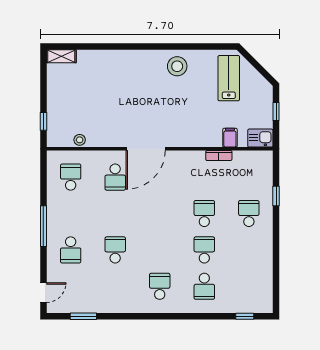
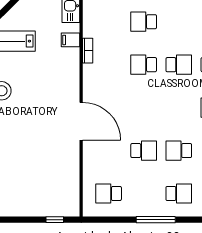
stool: (80, 140) -> (73, 185), removed
school desk: (115, 177) -> (144, 151), moved
school desk: (204, 250) -> (179, 65), turned 180

